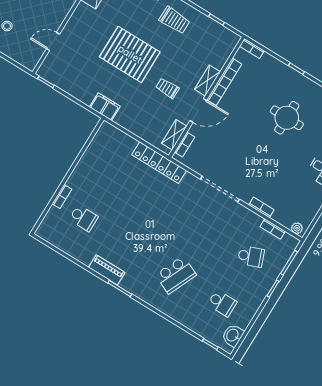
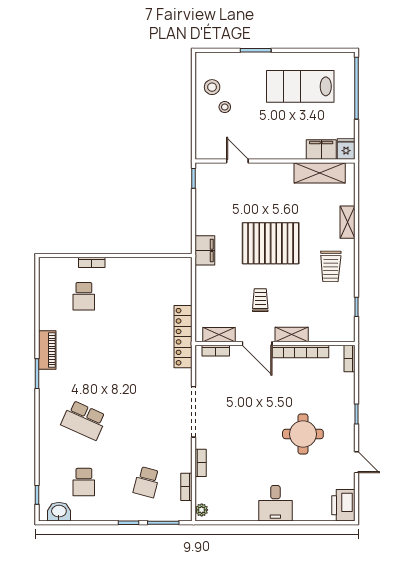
pallet: (130, 54) -> (271, 243), turned 90
school desk: (251, 256) -> (147, 482), turned 36

